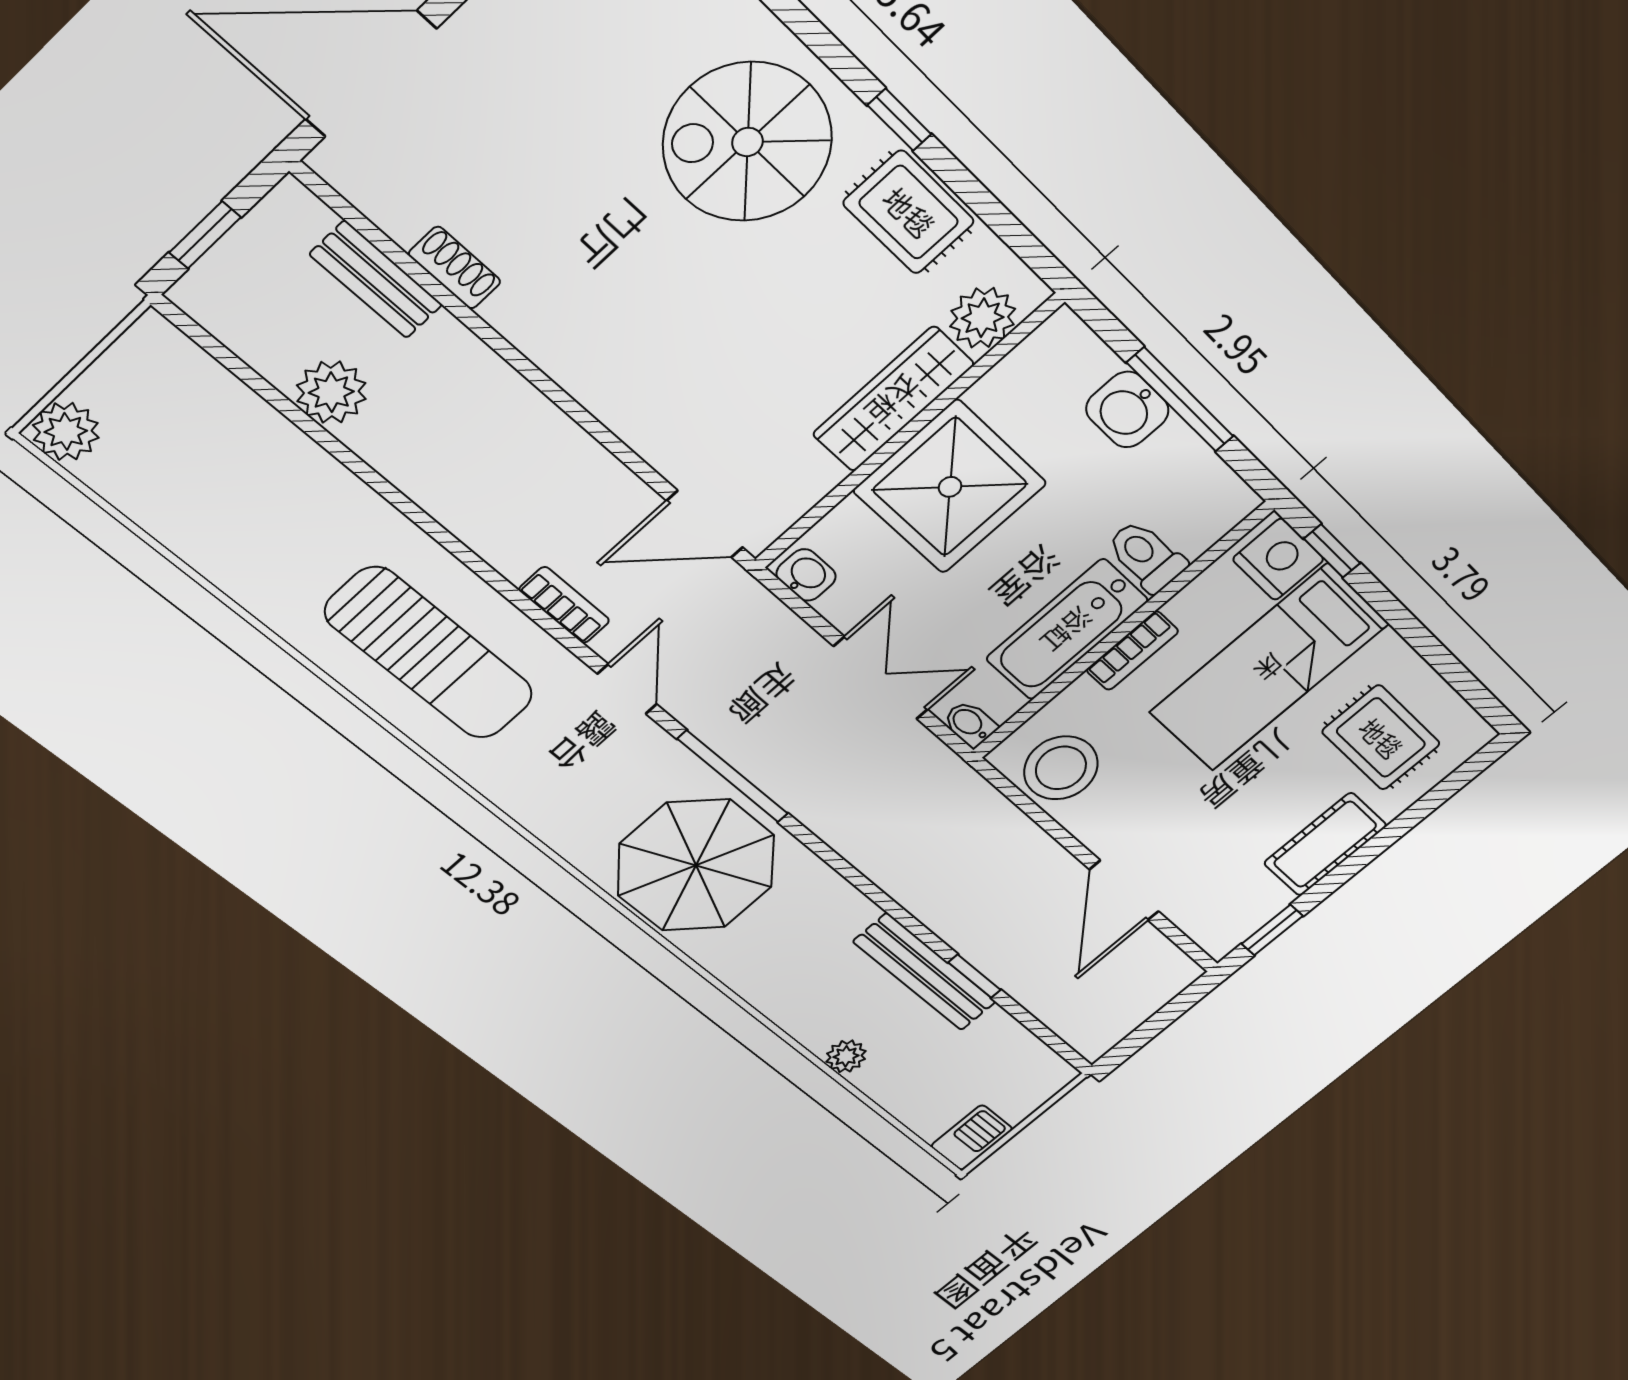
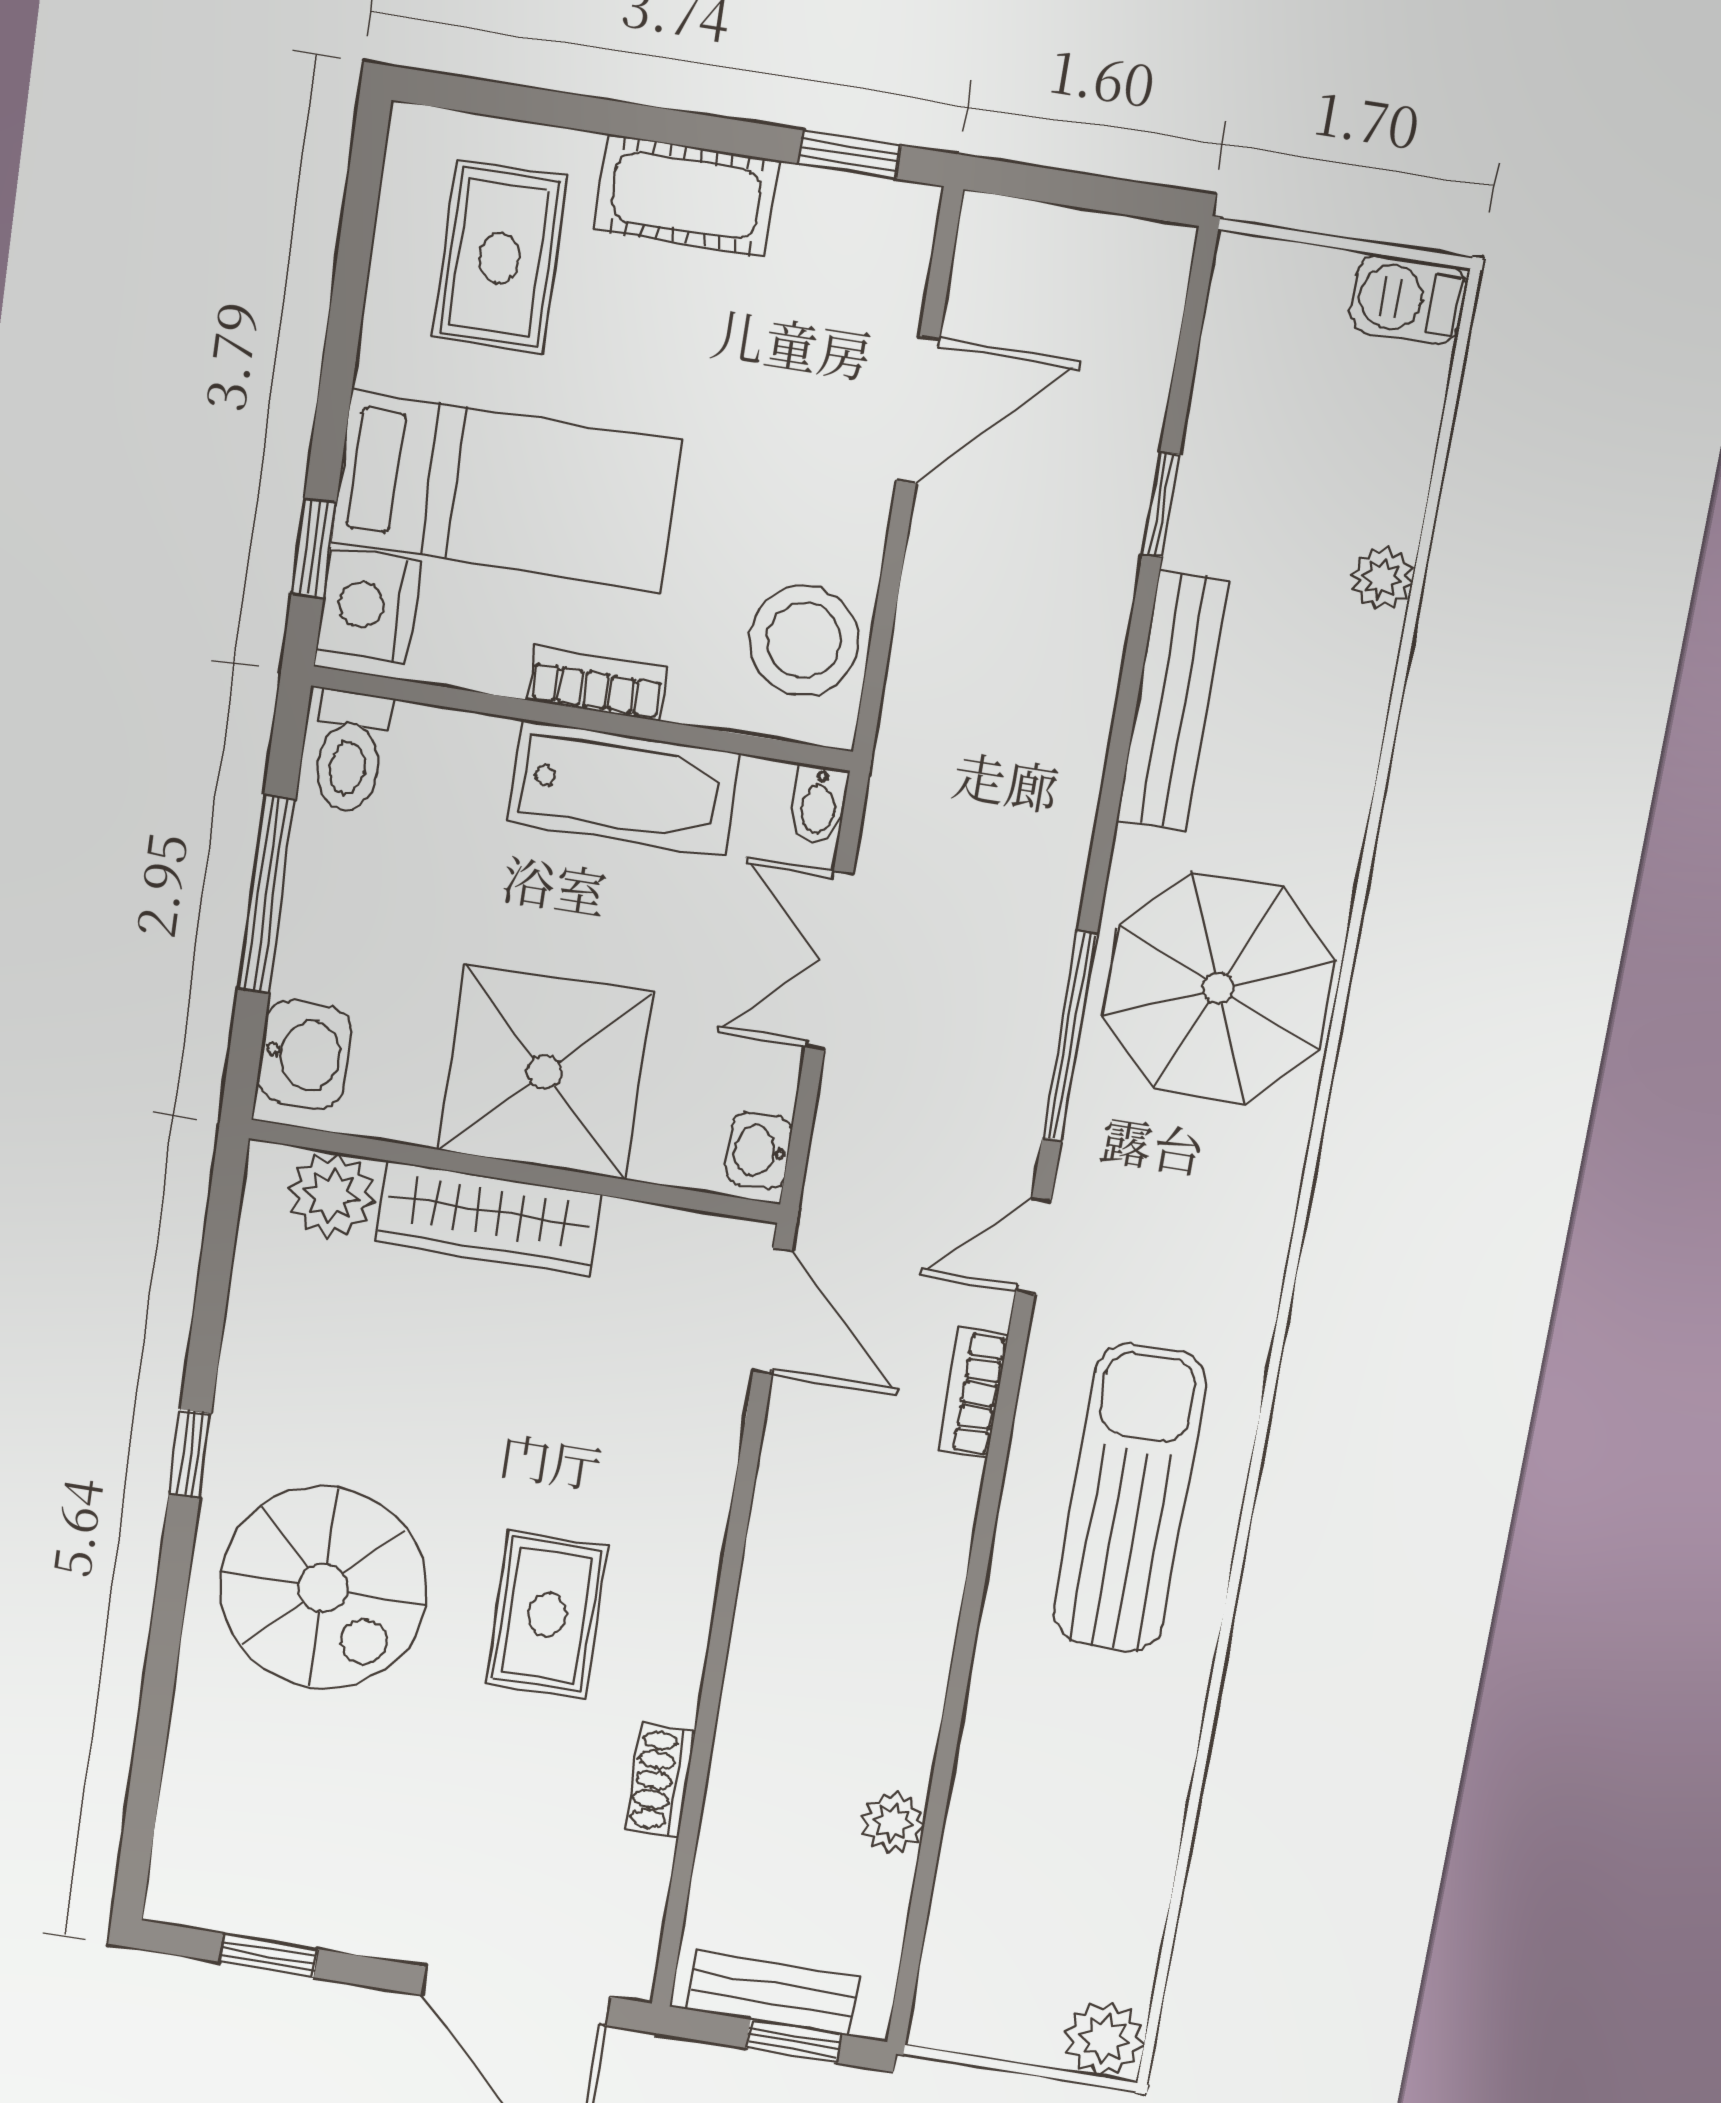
rug: (909, 212) -> (547, 1615), moved
bench: (376, 280) -> (773, 1993), moved, turned 90
plant: (331, 392) -> (893, 1822), width x0.73, depth x0.73
washbasin: (1127, 410) -> (304, 1054), moved
toilet: (1146, 556) -> (349, 752), moved
bench: (925, 972) -> (1173, 701), moved

